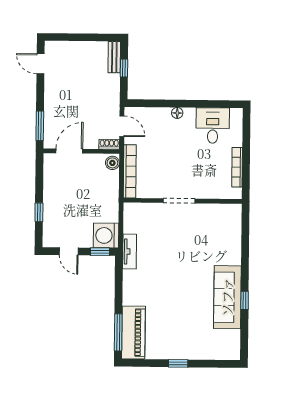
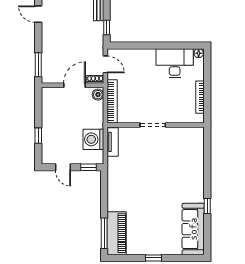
window: (124, 68) -> (107, 28), moved
floor lamp: (177, 113) -> (199, 53), moved
desk: (213, 126) -> (175, 63), width x1.37
door: (69, 151) -> (74, 85), moved
washing machine: (106, 235) -> (93, 139), moved
tv unit: (130, 252) -> (113, 142), moved
sofa: (227, 297) -> (193, 229), moved

